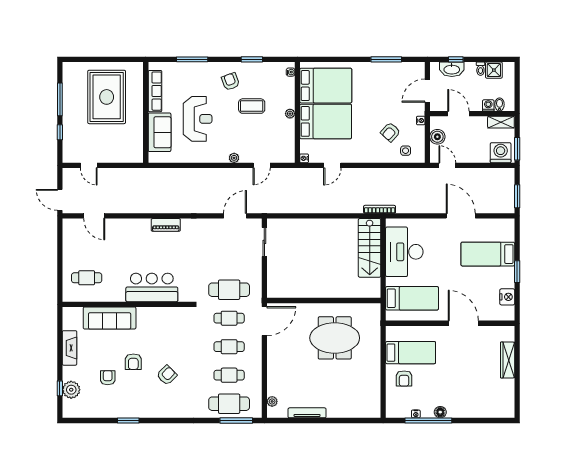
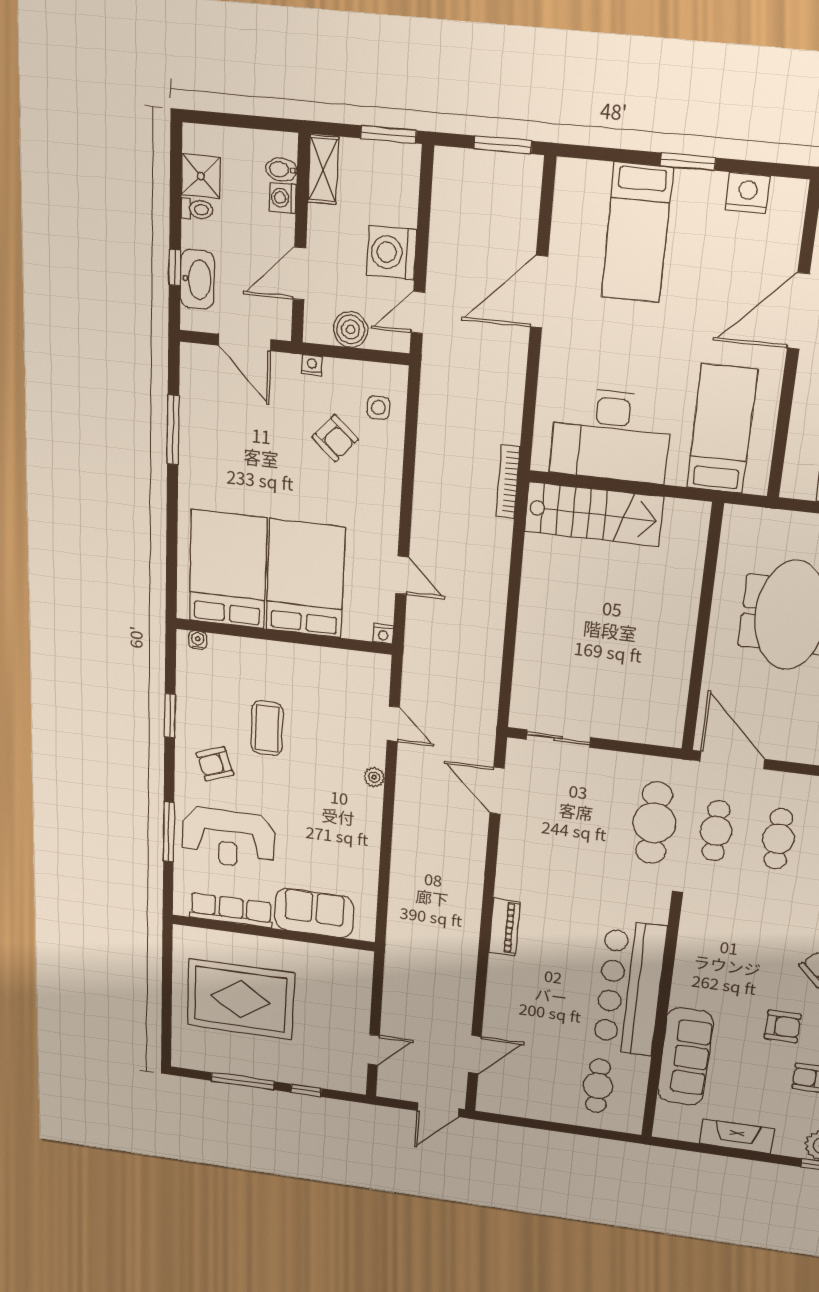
plant: (290, 114) -> (286, 652), removed
reception desk: (198, 119) -> (228, 838), moved, turned 180
washing machine: (501, 153) -> (392, 253), moved
bar counter: (152, 287) -> (630, 988), width x1.36

